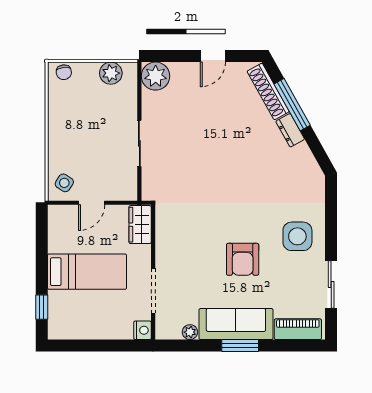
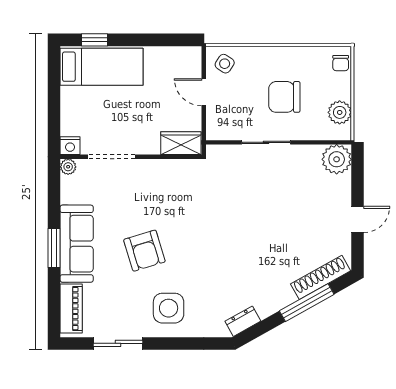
door: (213, 56) -> (358, 219), swing flipped
chair: (64, 72) -> (341, 63), turned -83
chair: (96, 126) -> (284, 97), added
dresser: (290, 130) -> (243, 321), moved
armchair: (243, 259) -> (144, 251), turned -107
bed: (87, 272) -> (102, 67), moved, turned -90
plant: (190, 332) -> (68, 167), moved

